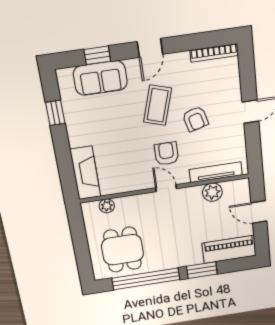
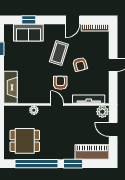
door: (150, 48) -> (73, 20), moved
plant: (212, 192) -> (102, 112), moved
plant: (107, 206) -> (34, 110), moved
dining table: (123, 250) -> (25, 141), turned 90

